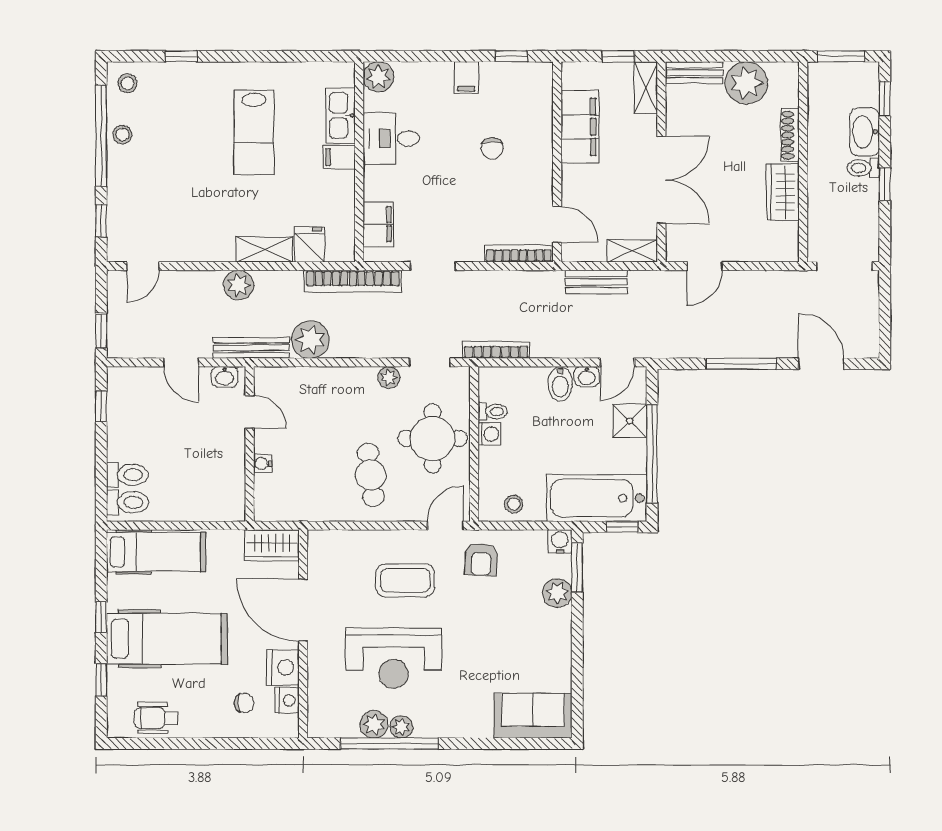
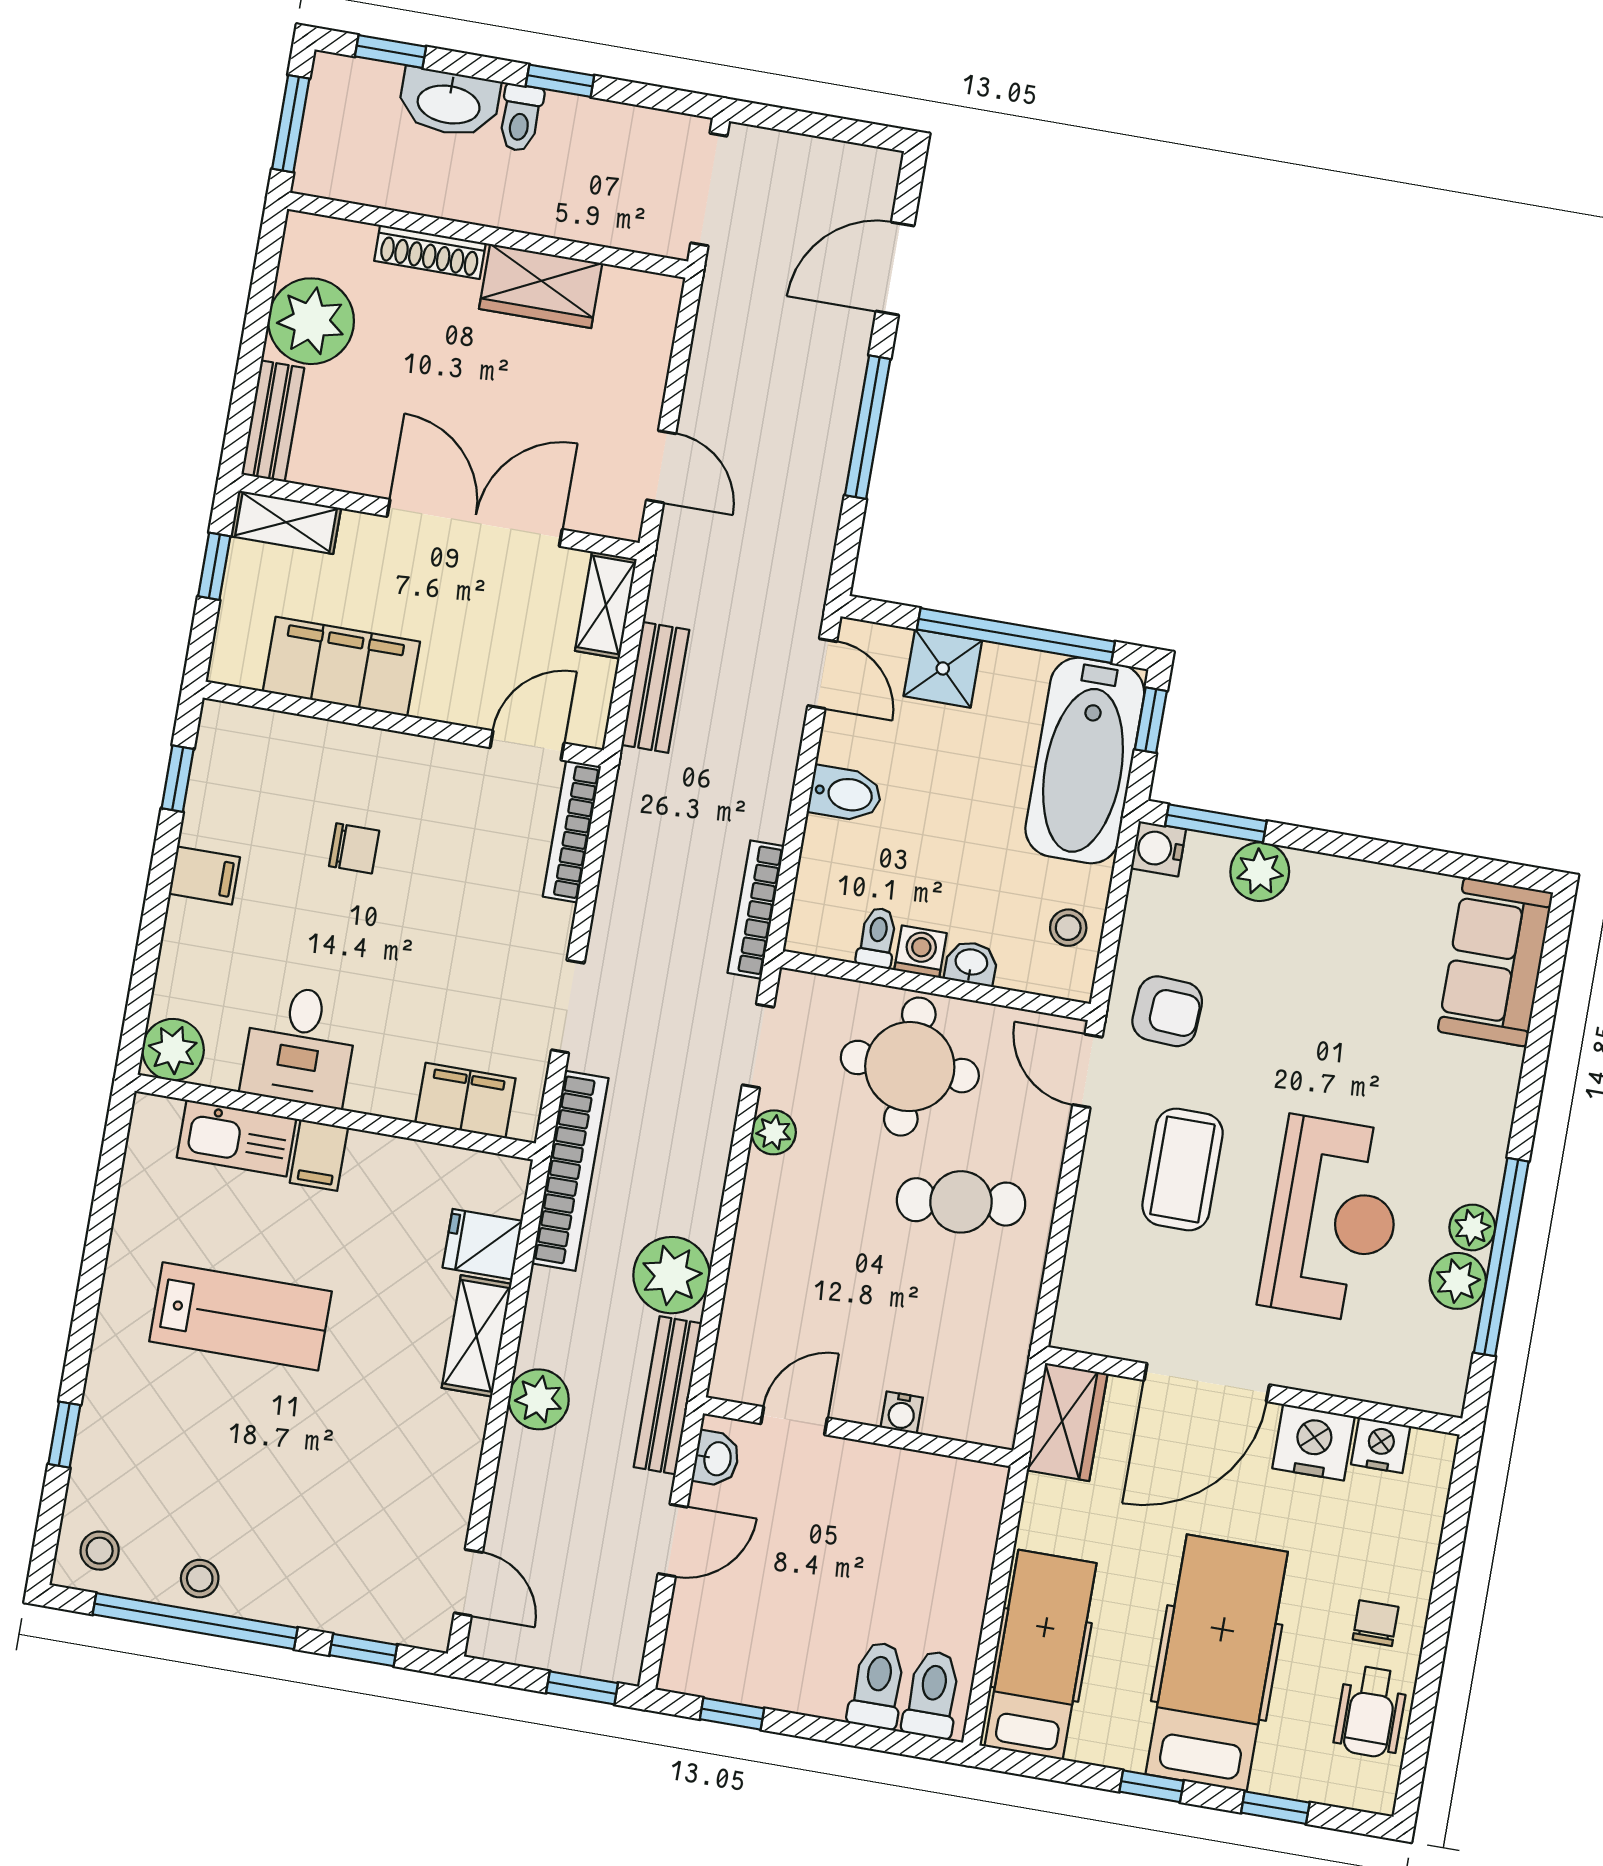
washbasin: (587, 376) -> (971, 963), moved, turned -90
chair: (244, 703) -> (1376, 1623), moved

